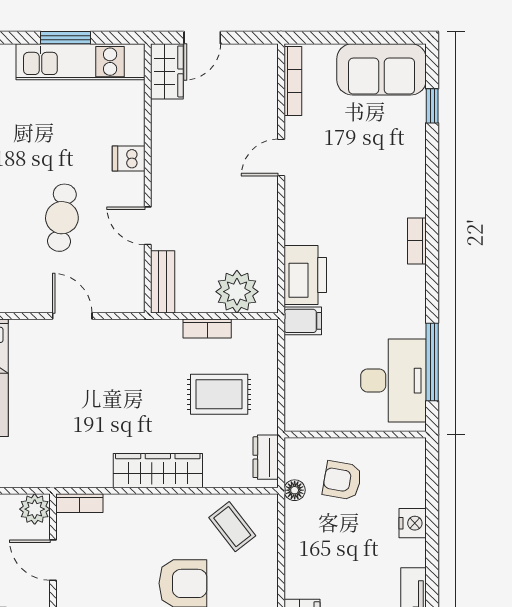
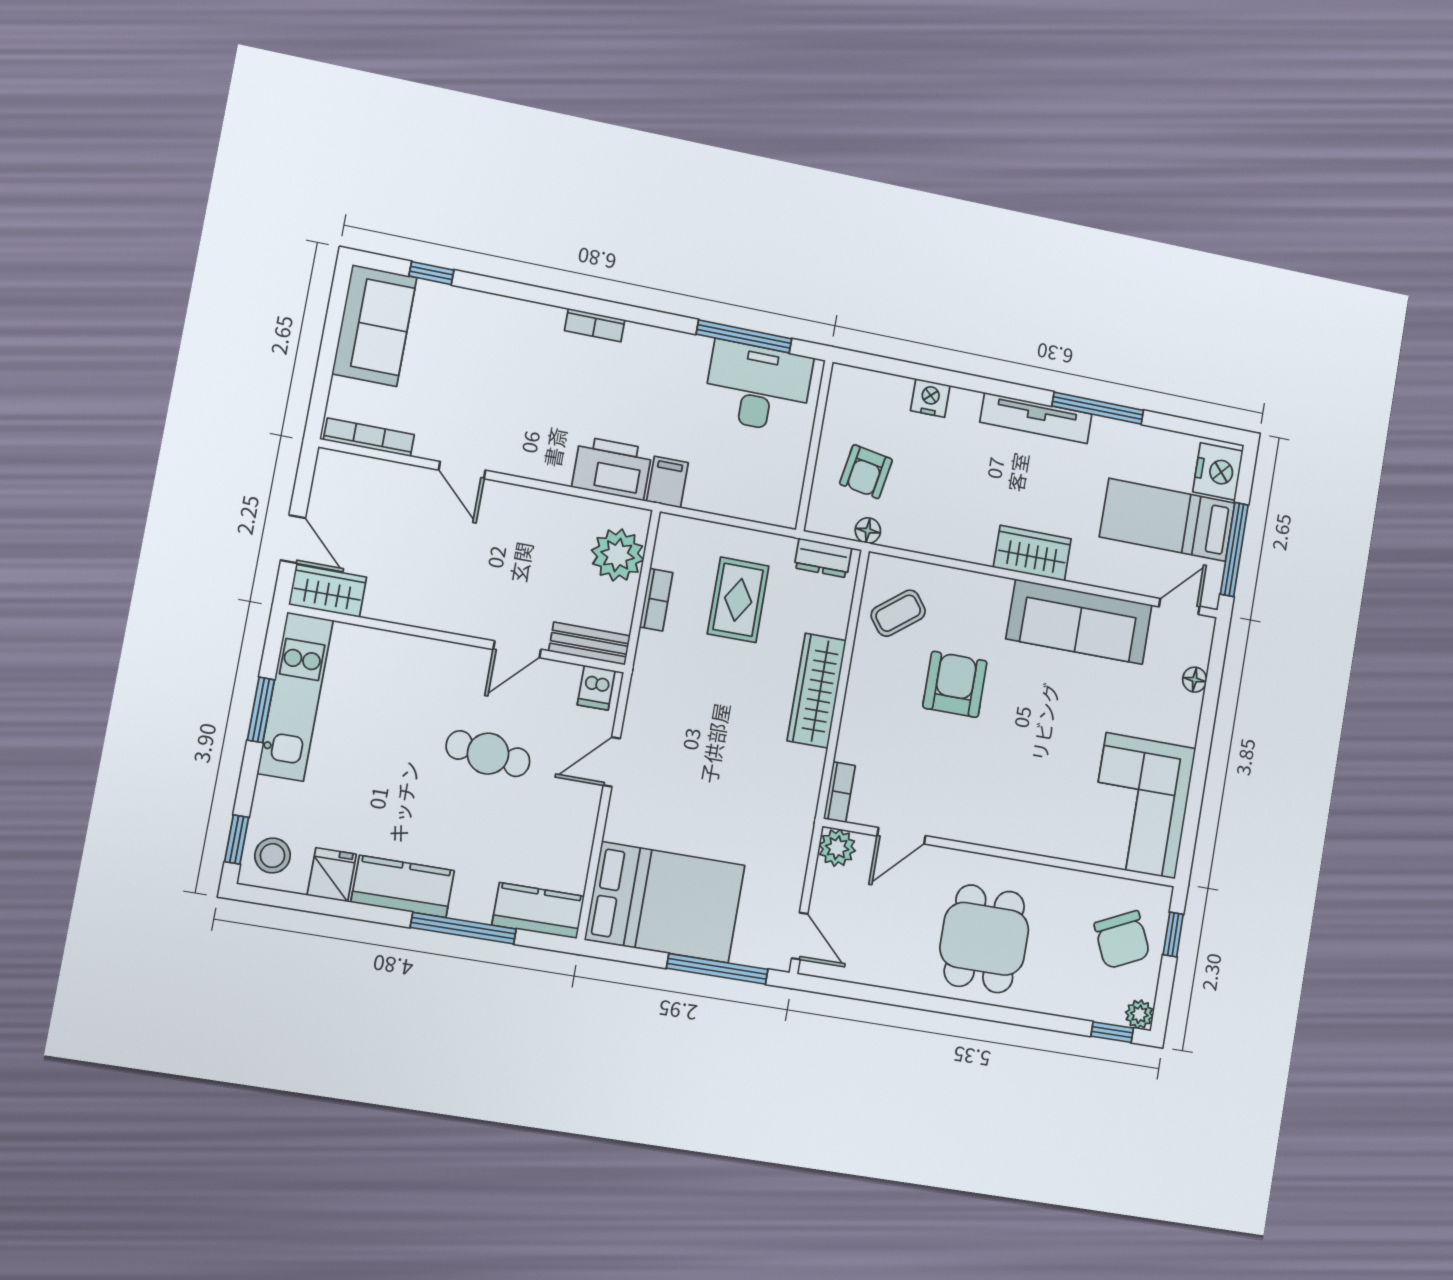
dishwasher: (129, 158) -> (596, 688), moved

